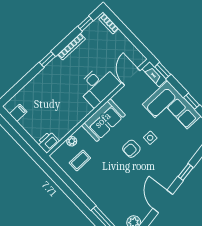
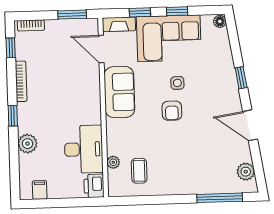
window: (136, 42) -> (72, 15), added
window: (163, 71) -> (140, 12), moved
plant: (39, 82) -> (28, 144), added
desk: (98, 86) -> (84, 149), moved
sofa: (103, 120) -> (119, 92), moved

